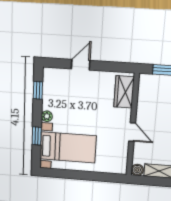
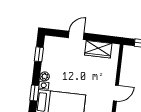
wardrobe: (124, 92) -> (98, 49), moved, turned -90
door: (132, 132) -> (116, 93), hinge flipped

